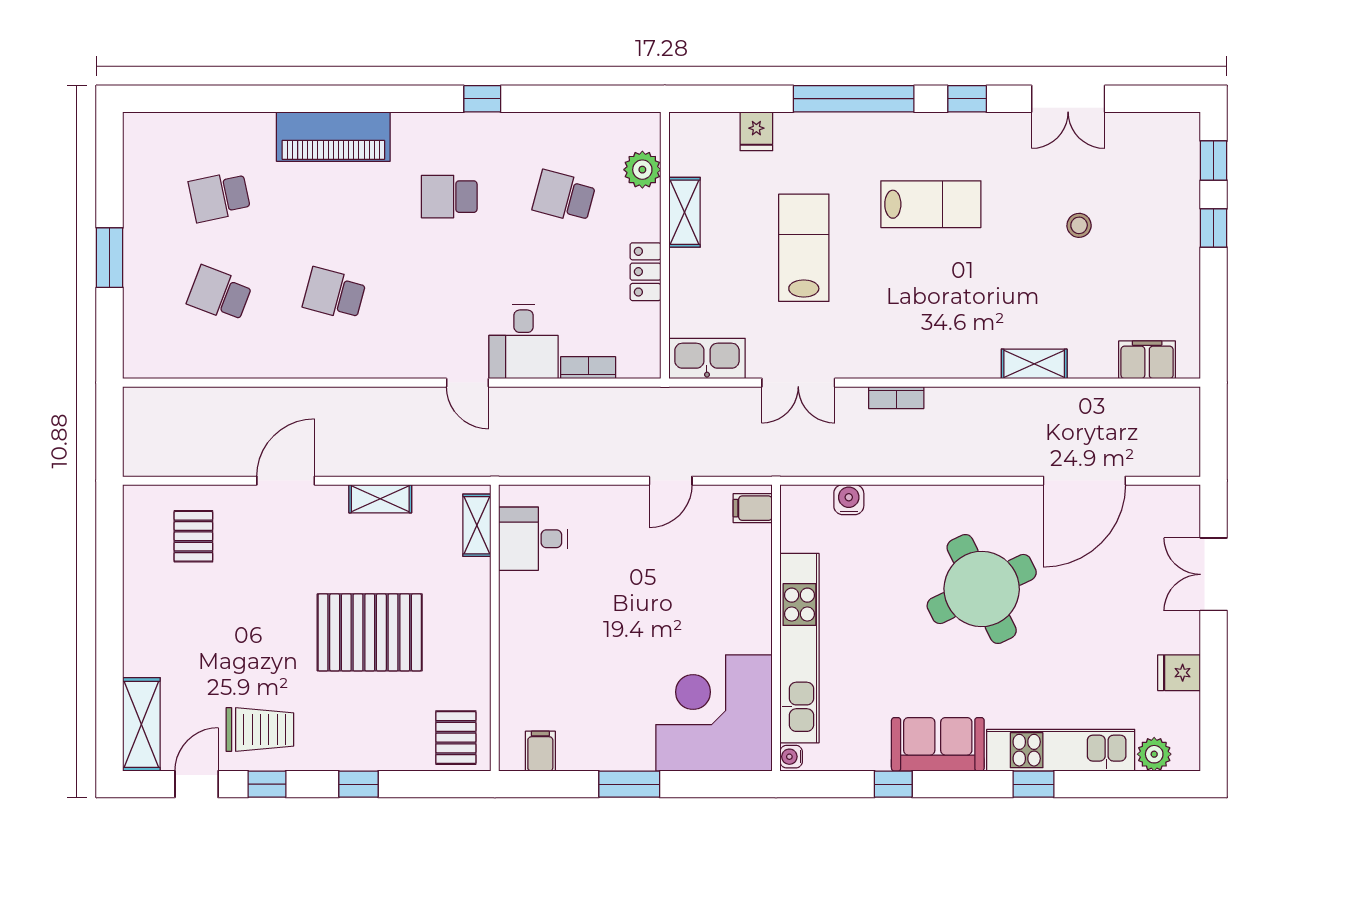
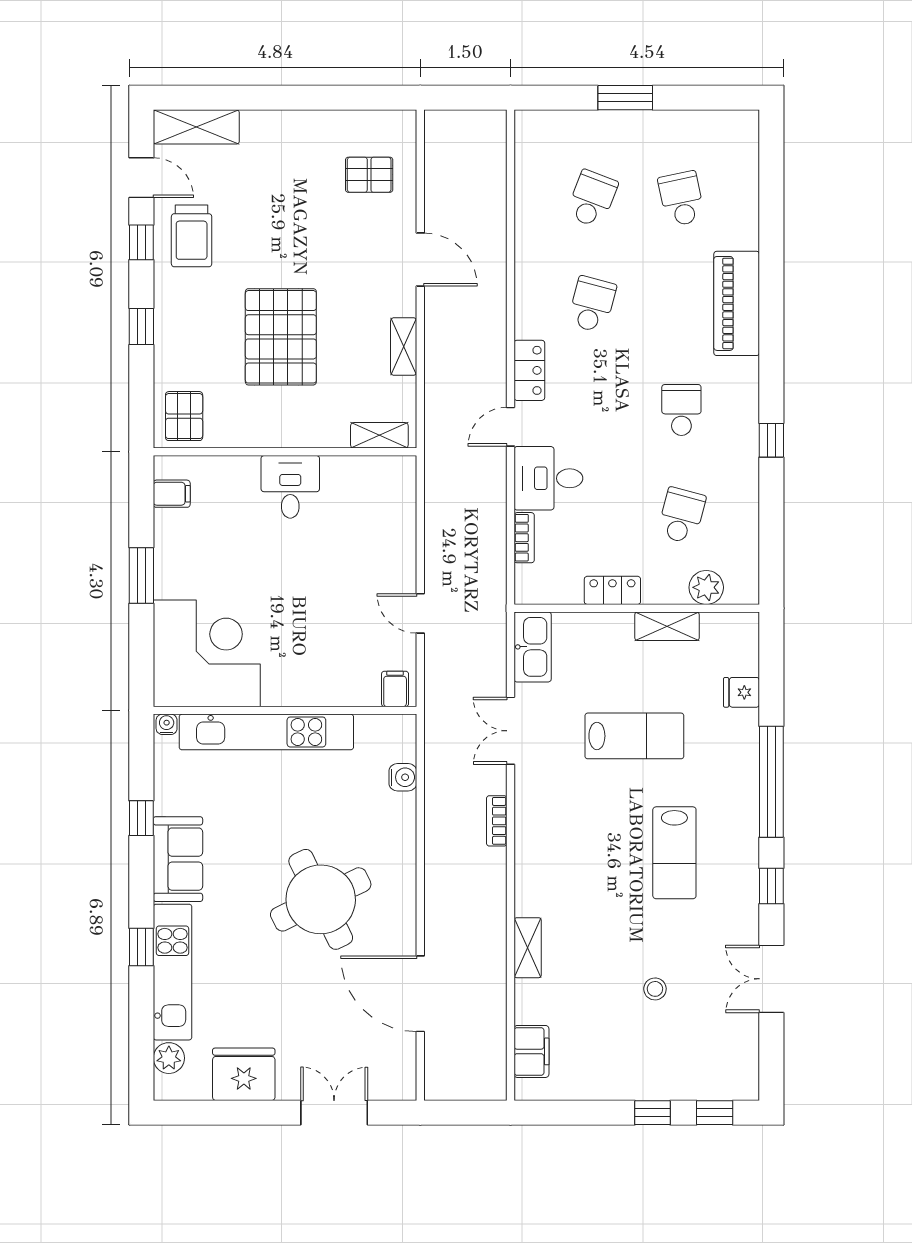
locker: (406, 362) -> (529, 370), added
desk: (533, 539) -> (290, 487), moved
fridge: (1179, 673) -> (244, 1074), width x1.88, depth x1.34
pallet: (456, 738) -> (184, 416), turned 90

